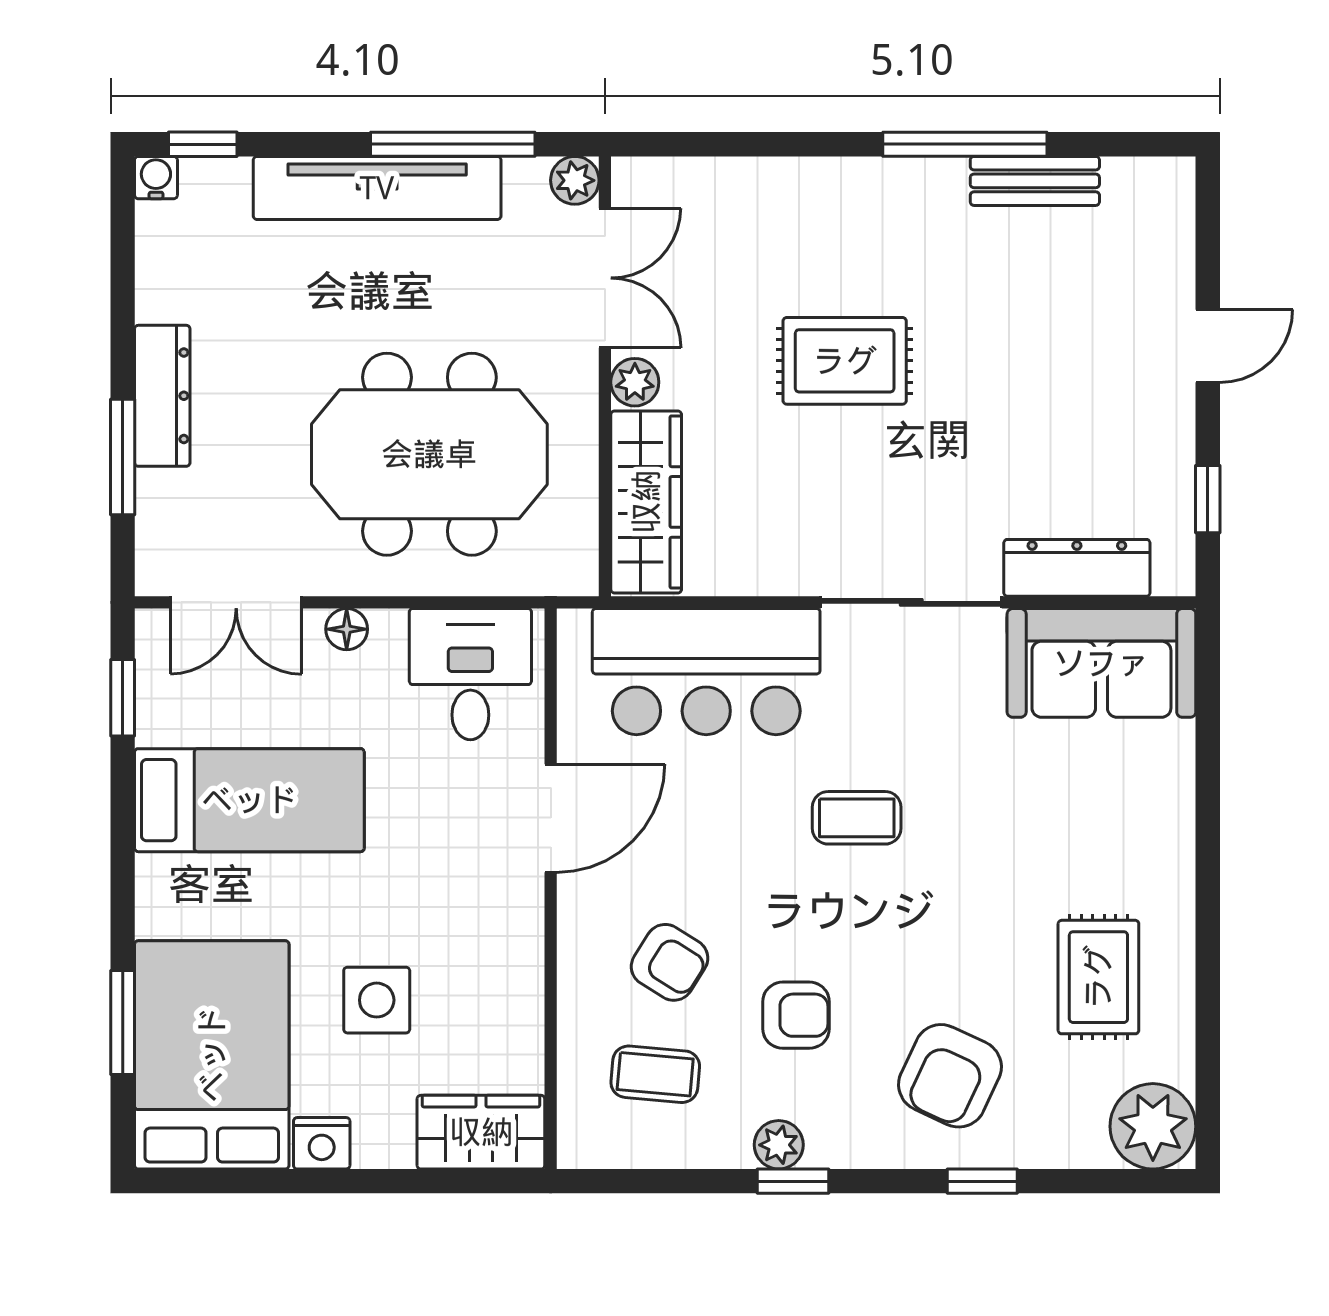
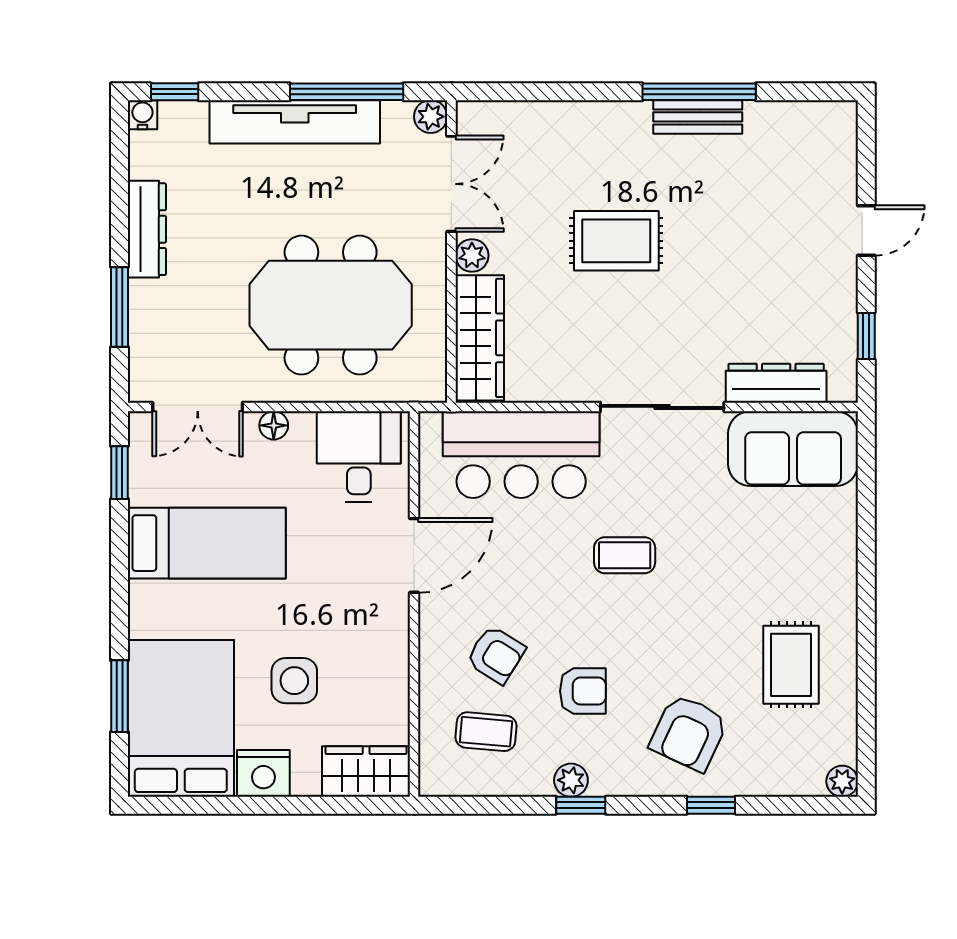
bench: (1035, 181) -> (698, 117), moved
dresser: (162, 396) -> (147, 229), moved
plant: (1153, 1126) -> (842, 781), width x0.53, depth x0.53
nightstand: (322, 1143) -> (263, 773), width x1.36, depth x1.33

